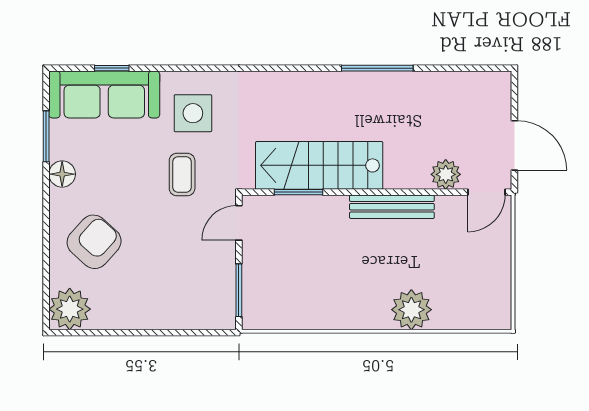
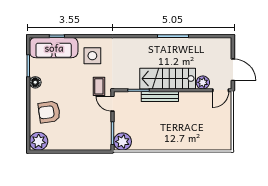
stairs: (319, 165) -> (168, 79), moved
coffee table: (182, 175) -> (99, 86), moved
bench: (392, 207) -> (160, 97), moved
door: (239, 223) -> (112, 104), hinge flipped
armchair: (94, 242) -> (49, 112), turned -140
plant: (411, 310) -> (122, 142), moved

